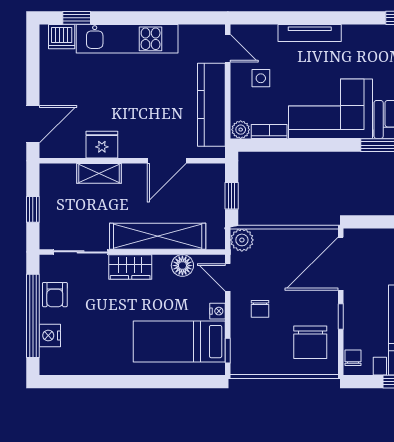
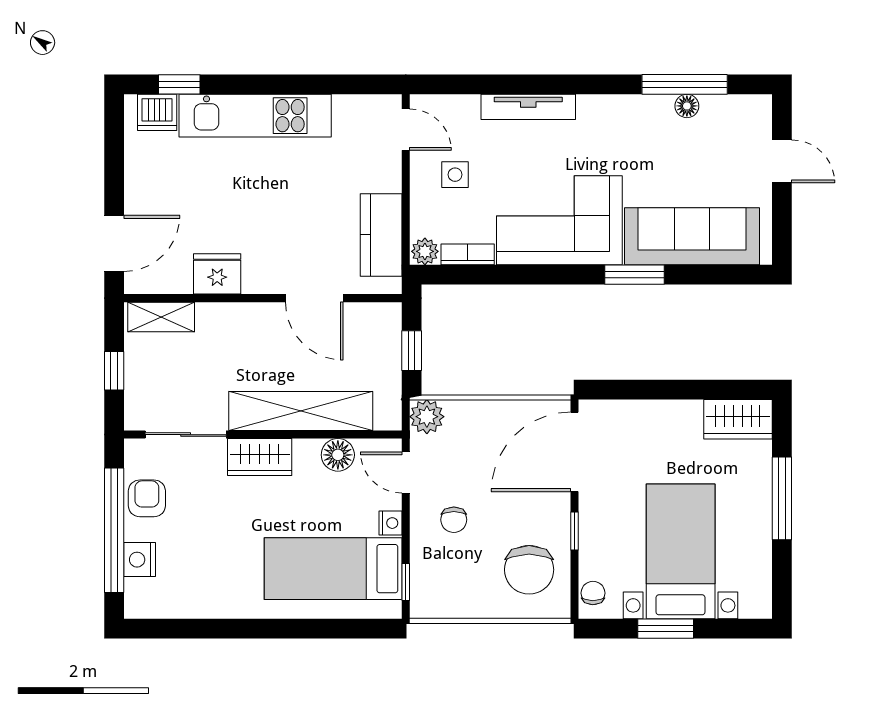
kitchen counter: (211, 105) -> (381, 235), width x0.67
door: (167, 161) -> (314, 298), hinge flipped
shelving: (99, 173) -> (161, 317), moved
armchair: (55, 295) -> (147, 498), turned 180

